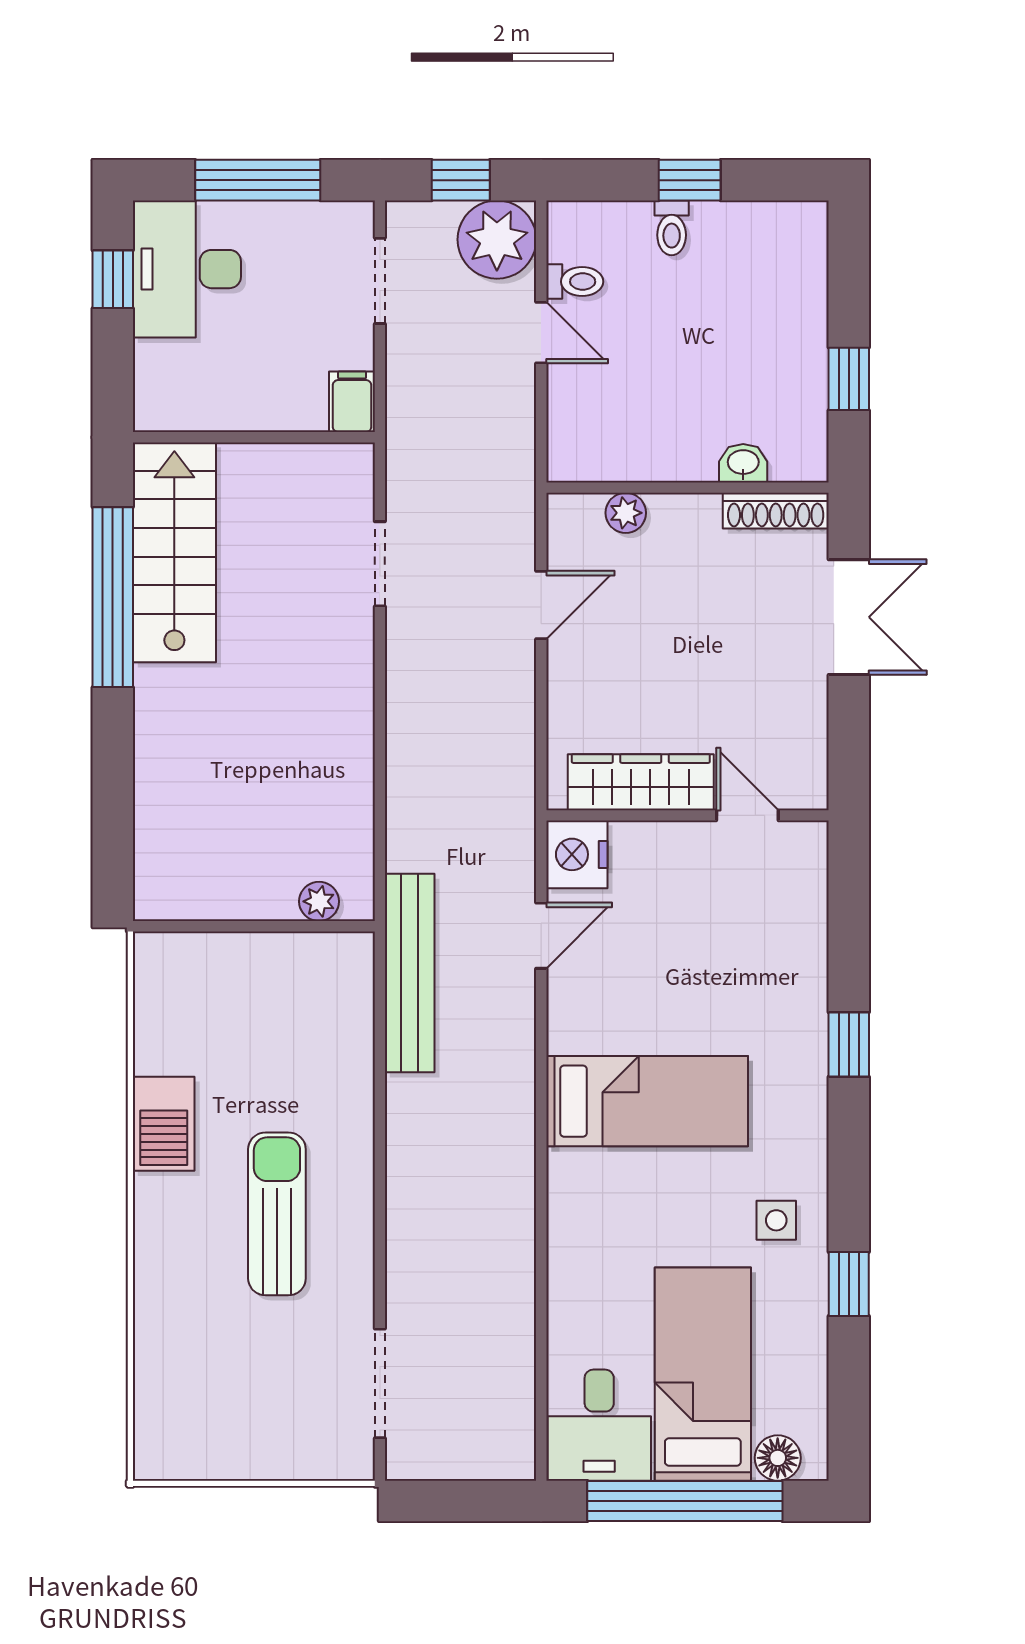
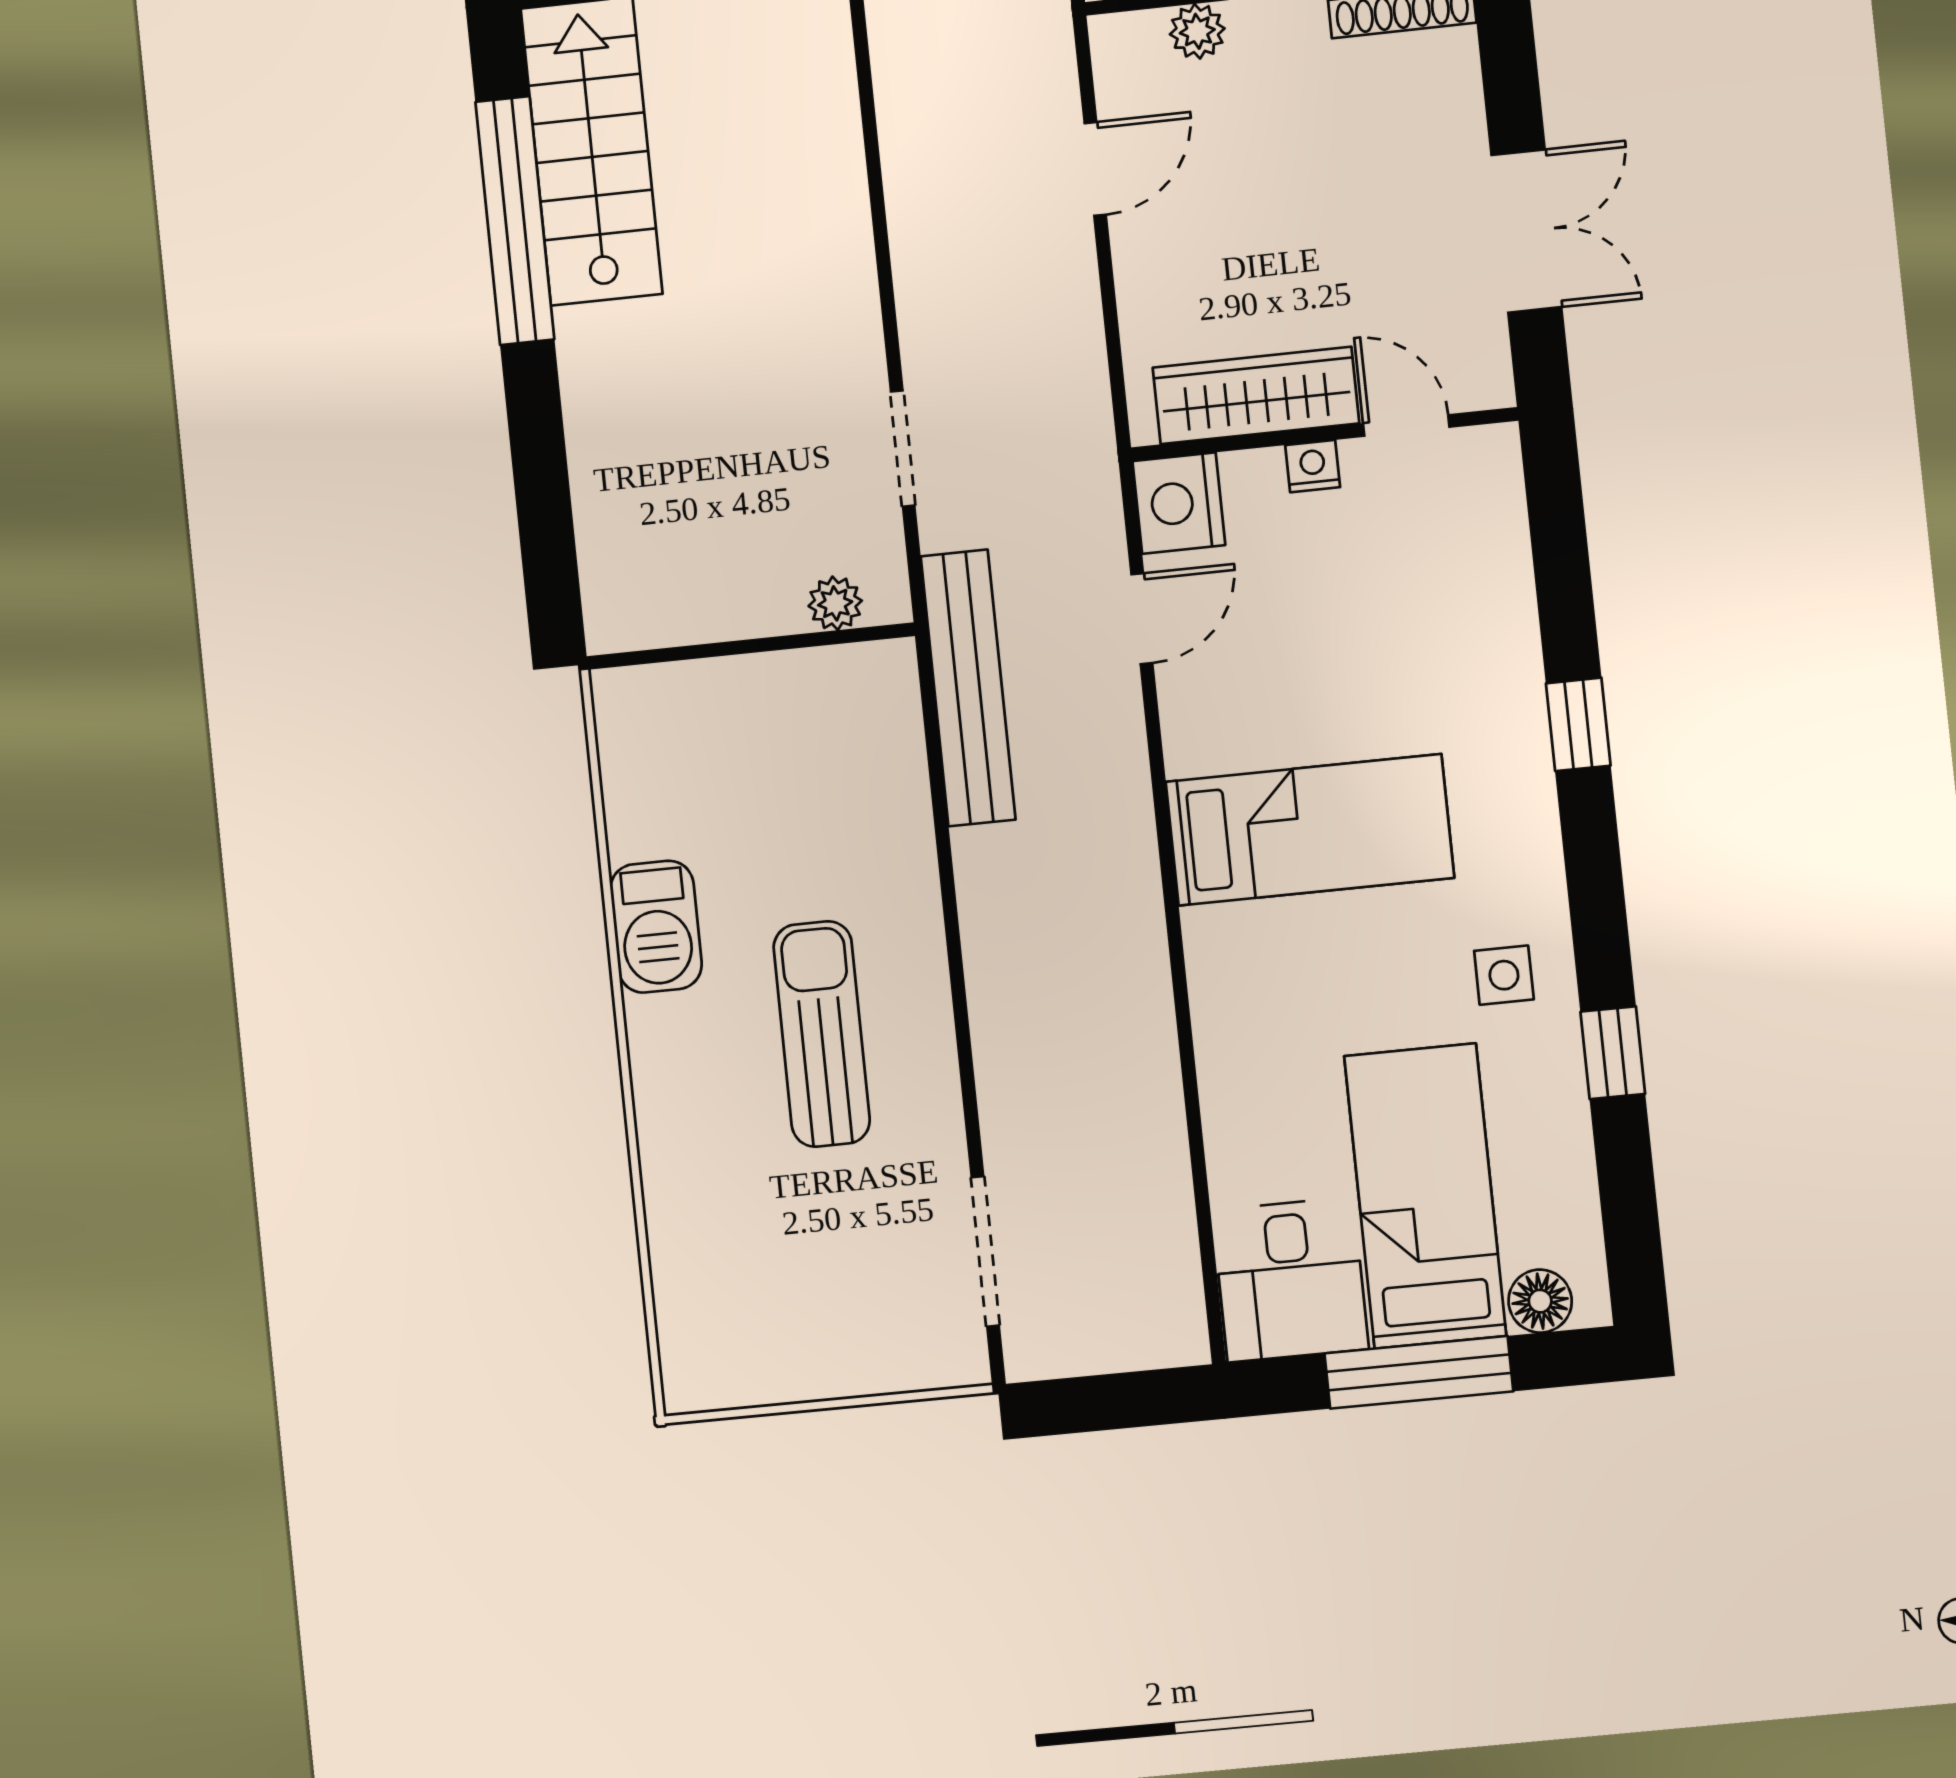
doorway: (380, 564) -> (903, 449), moved
double door: (849, 617) -> (1526, 231), moved
nightstand: (677, 838) -> (1313, 466), added
window: (685, 1501) -> (1419, 1372), width x0.68

